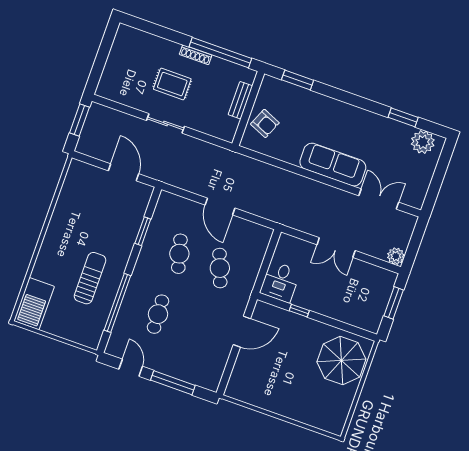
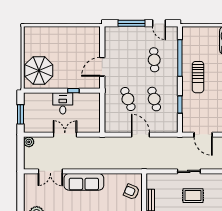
sun lounger: (90, 278) -> (198, 77), moved
desk: (280, 282) -> (63, 103), moved

